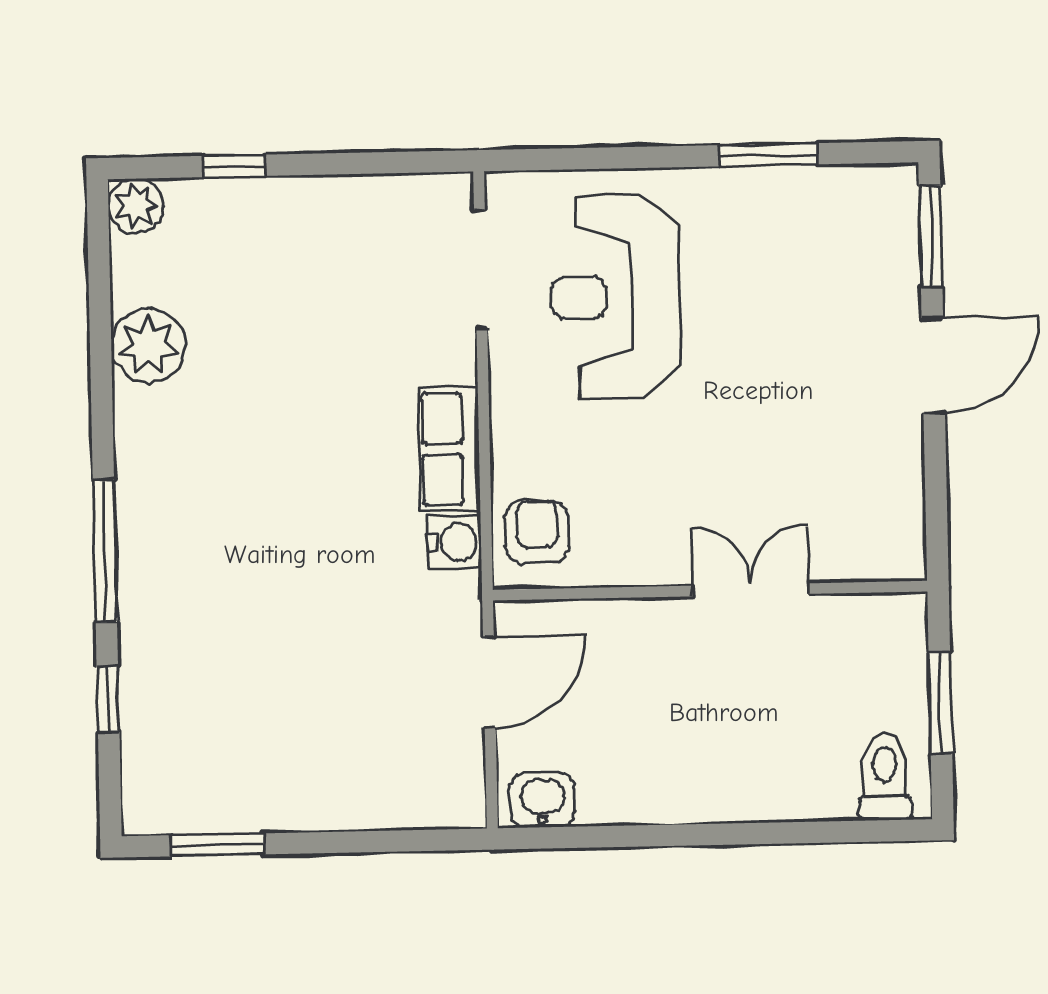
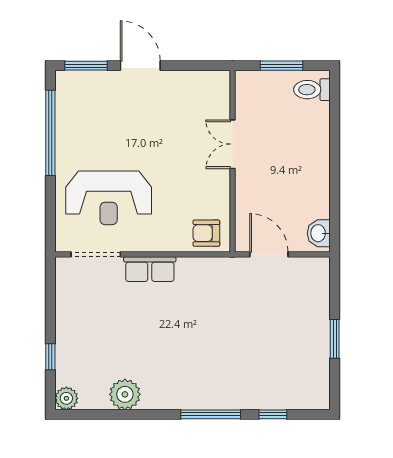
window: (768, 155) -> (50, 133), width x2.11
row of seats: (449, 449) -> (150, 269), moved
water cooler: (454, 542) -> (210, 268), removed
window: (218, 845) -> (335, 339), moved

